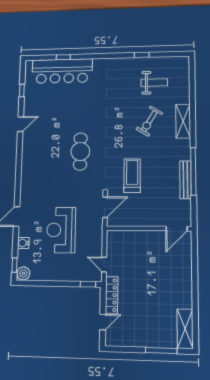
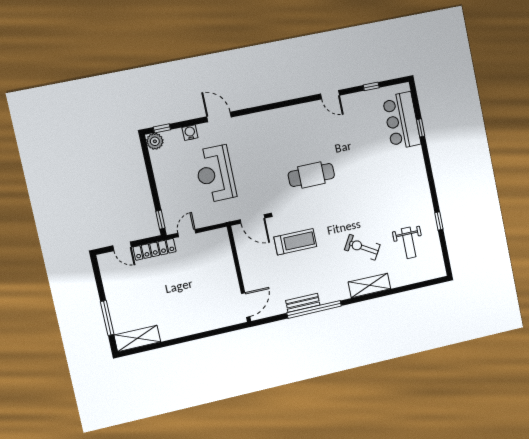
bar counter: (62, 71) -> (402, 121), width x0.73
bench: (185, 180) -> (303, 303), width x0.73
door: (177, 229) -> (246, 305), swing flipped
reception desk: (61, 230) -> (215, 174), turned -90

